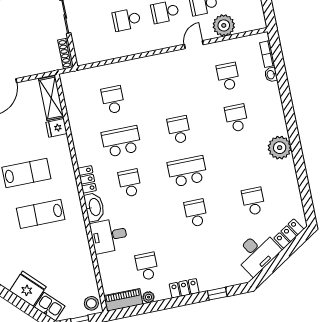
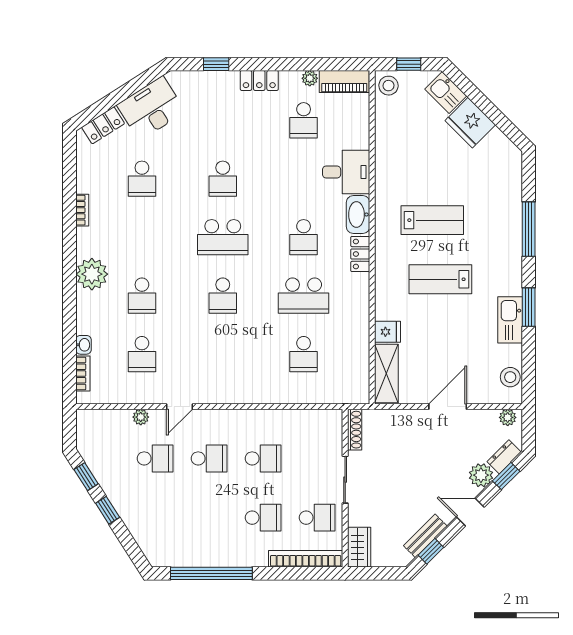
plant: (224, 25) -> (141, 417), width x0.53, depth x0.53
plant: (280, 148) -> (92, 274), moved
bookcase: (291, 170) -> (82, 210), added

